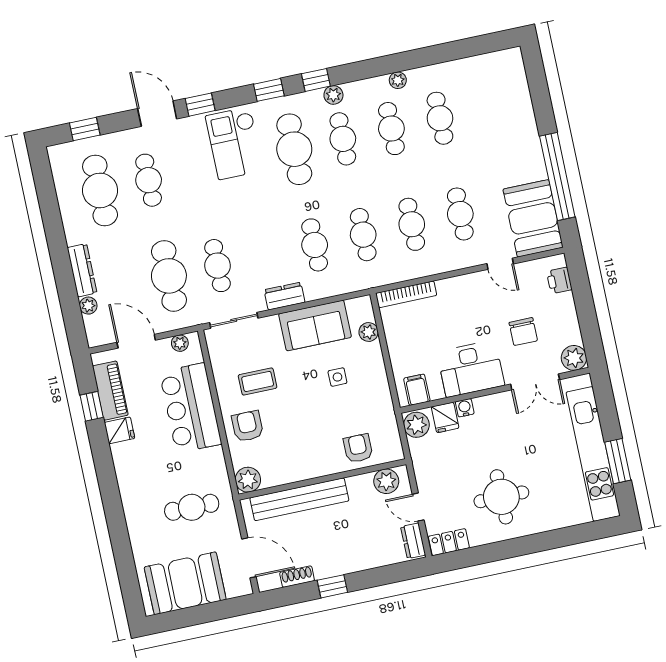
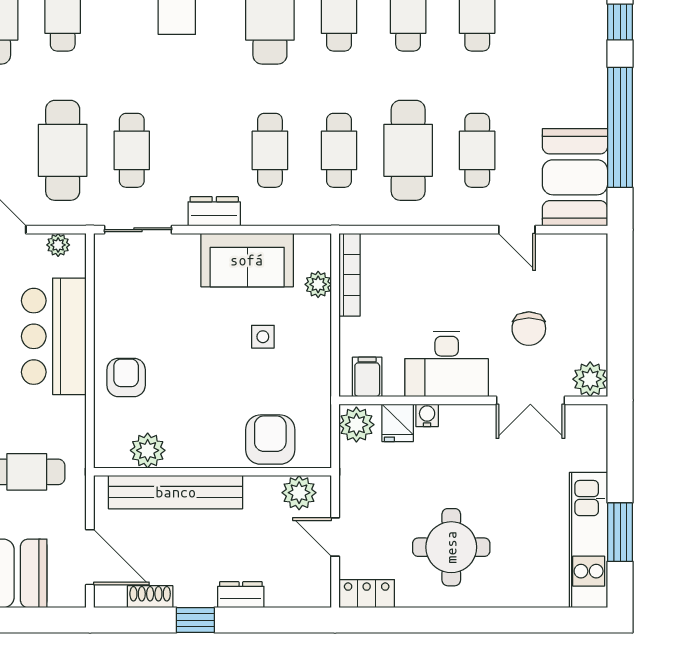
window: (542, 102) -> (620, 22), added
cafe table: (412, 224) -> (408, 150), width x1.37, depth x1.35
printer: (559, 280) -> (593, 269), removed
bookcase: (406, 294) -> (349, 275), moved, turned -90
coffee table: (258, 381) -> (153, 320), removed
armchair: (358, 448) -> (270, 440), width x1.38, depth x1.38
kitchen unit: (593, 454) -> (589, 540), width x0.73
plant: (248, 480) -> (148, 450), moved
dresser: (413, 541) -> (241, 595), moved, turned 90

